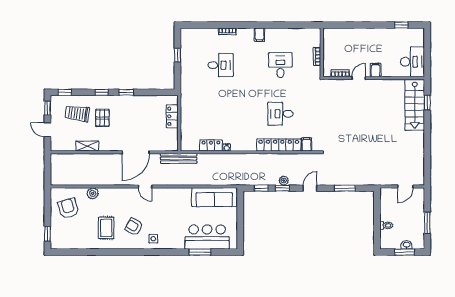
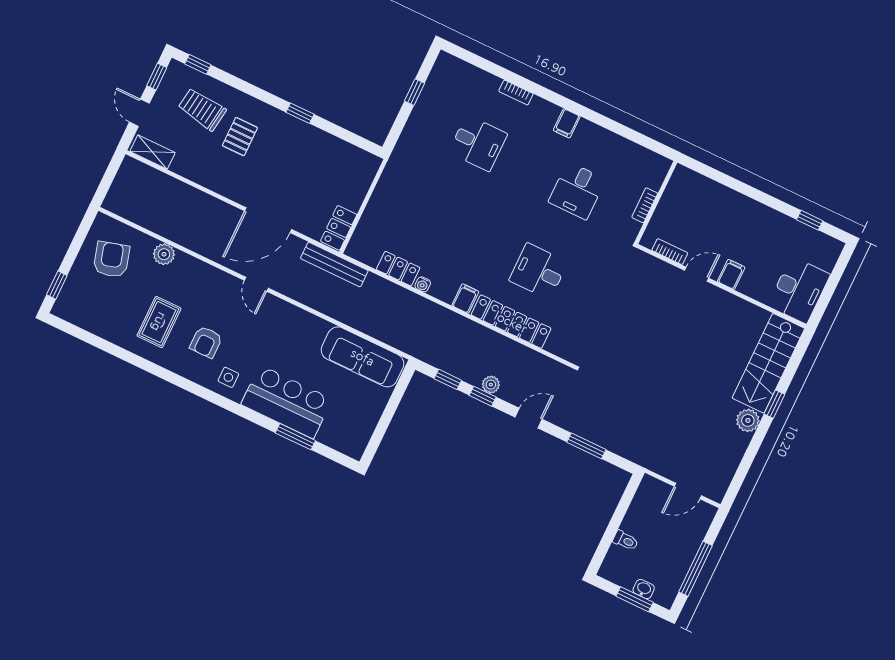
desk: (280, 65) -> (577, 191), turned 180
window: (102, 92) -> (259, 94), removed
window: (427, 103) -> (774, 404), moved
locker: (172, 116) -> (339, 228), moved
plant: (418, 138) -> (748, 420), added
filing cabinet: (307, 144) -> (465, 298), moved
shelving: (87, 146) -> (153, 152), moved
window: (427, 223) -> (695, 569), width x1.44
armchair: (134, 227) -> (206, 342), turned -118
bar counter: (207, 237) -> (287, 402), moved

